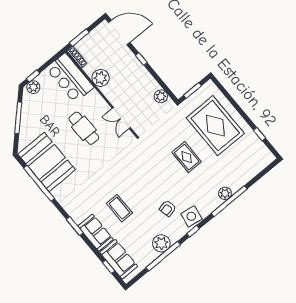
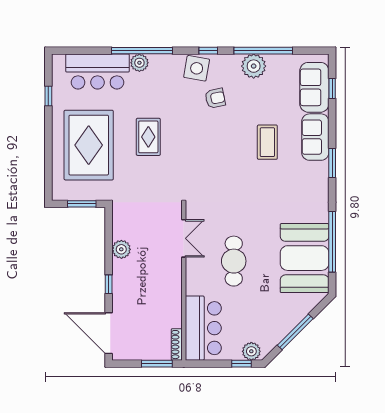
plant: (101, 78) -> (170, 301), removed
plant: (161, 96) -> (121, 249), moved
bar counter: (244, 170) -> (97, 71), added

